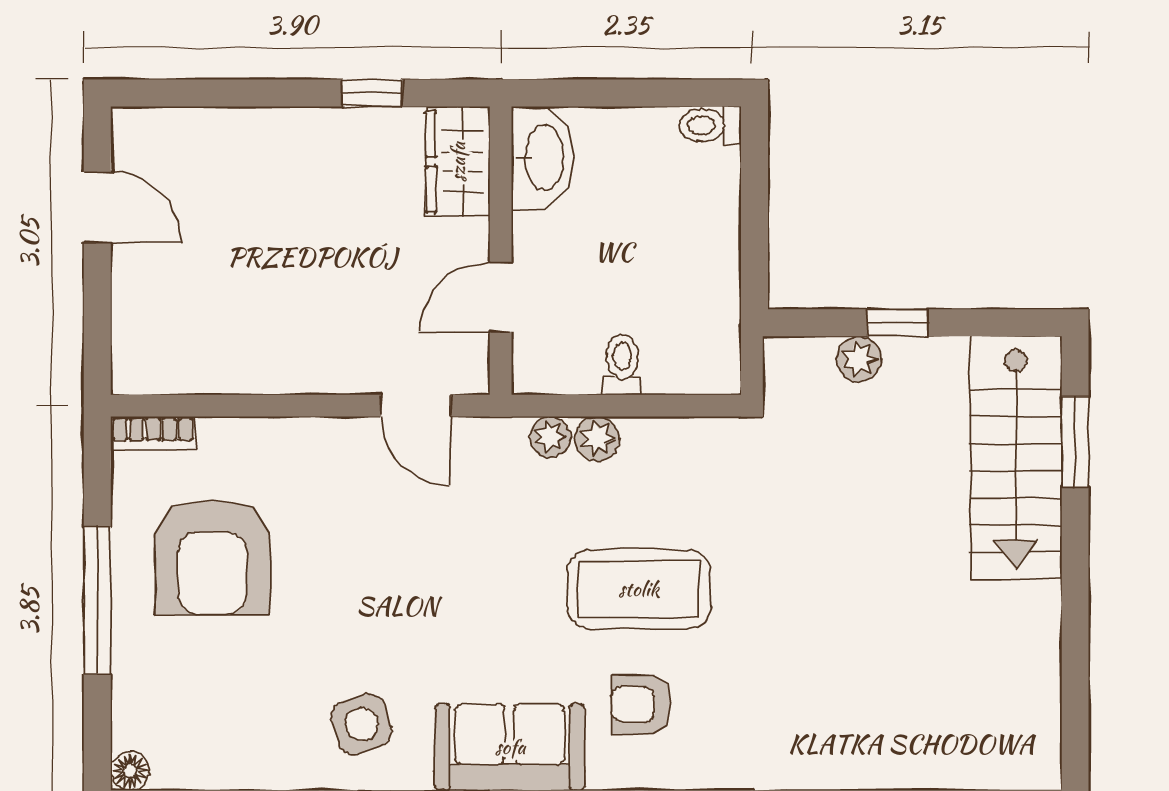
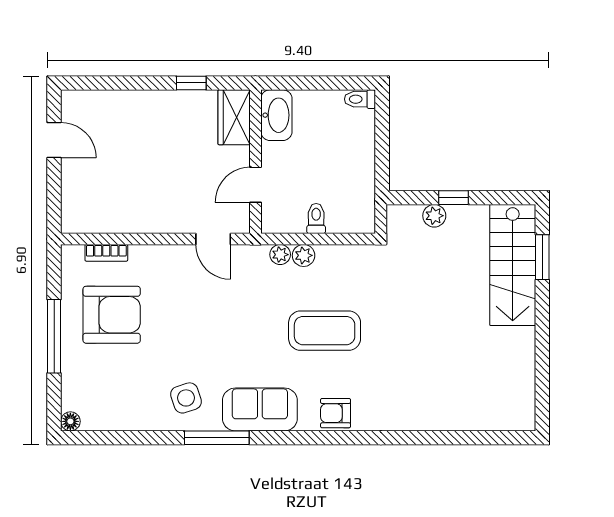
bookcase: (153, 433) -> (106, 253), moved
armchair: (212, 557) -> (112, 315), turned -90
armchair: (641, 705) -> (336, 413), moved

